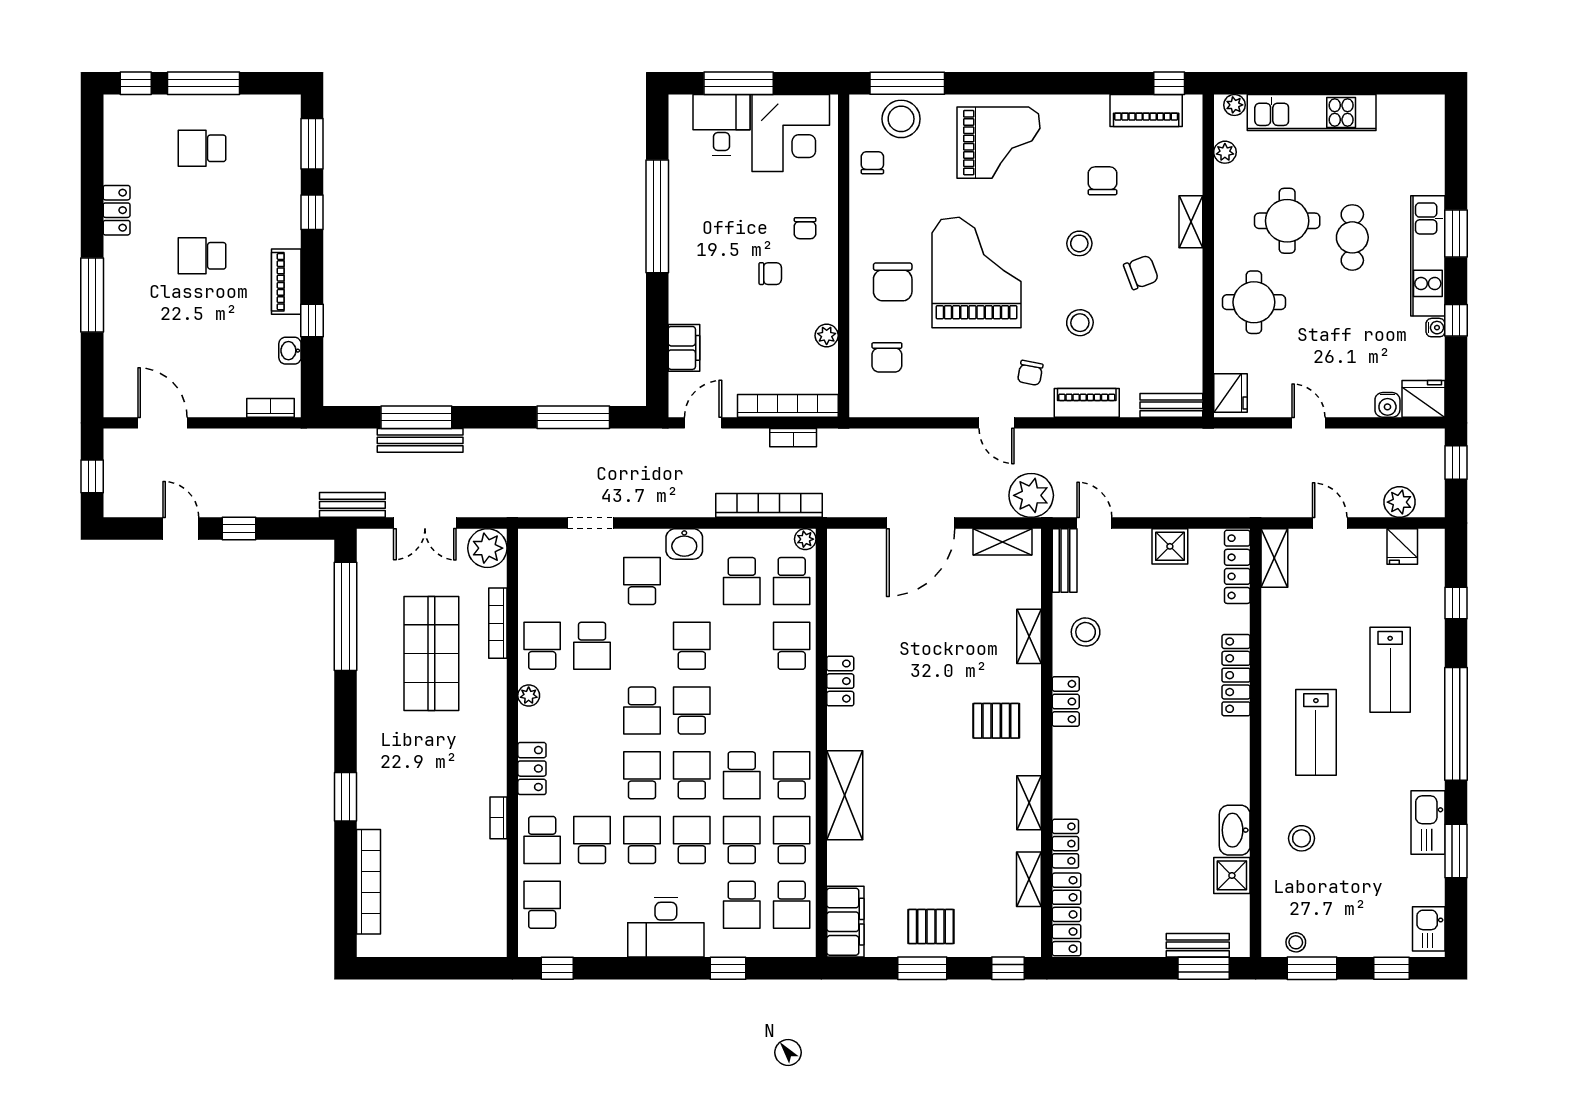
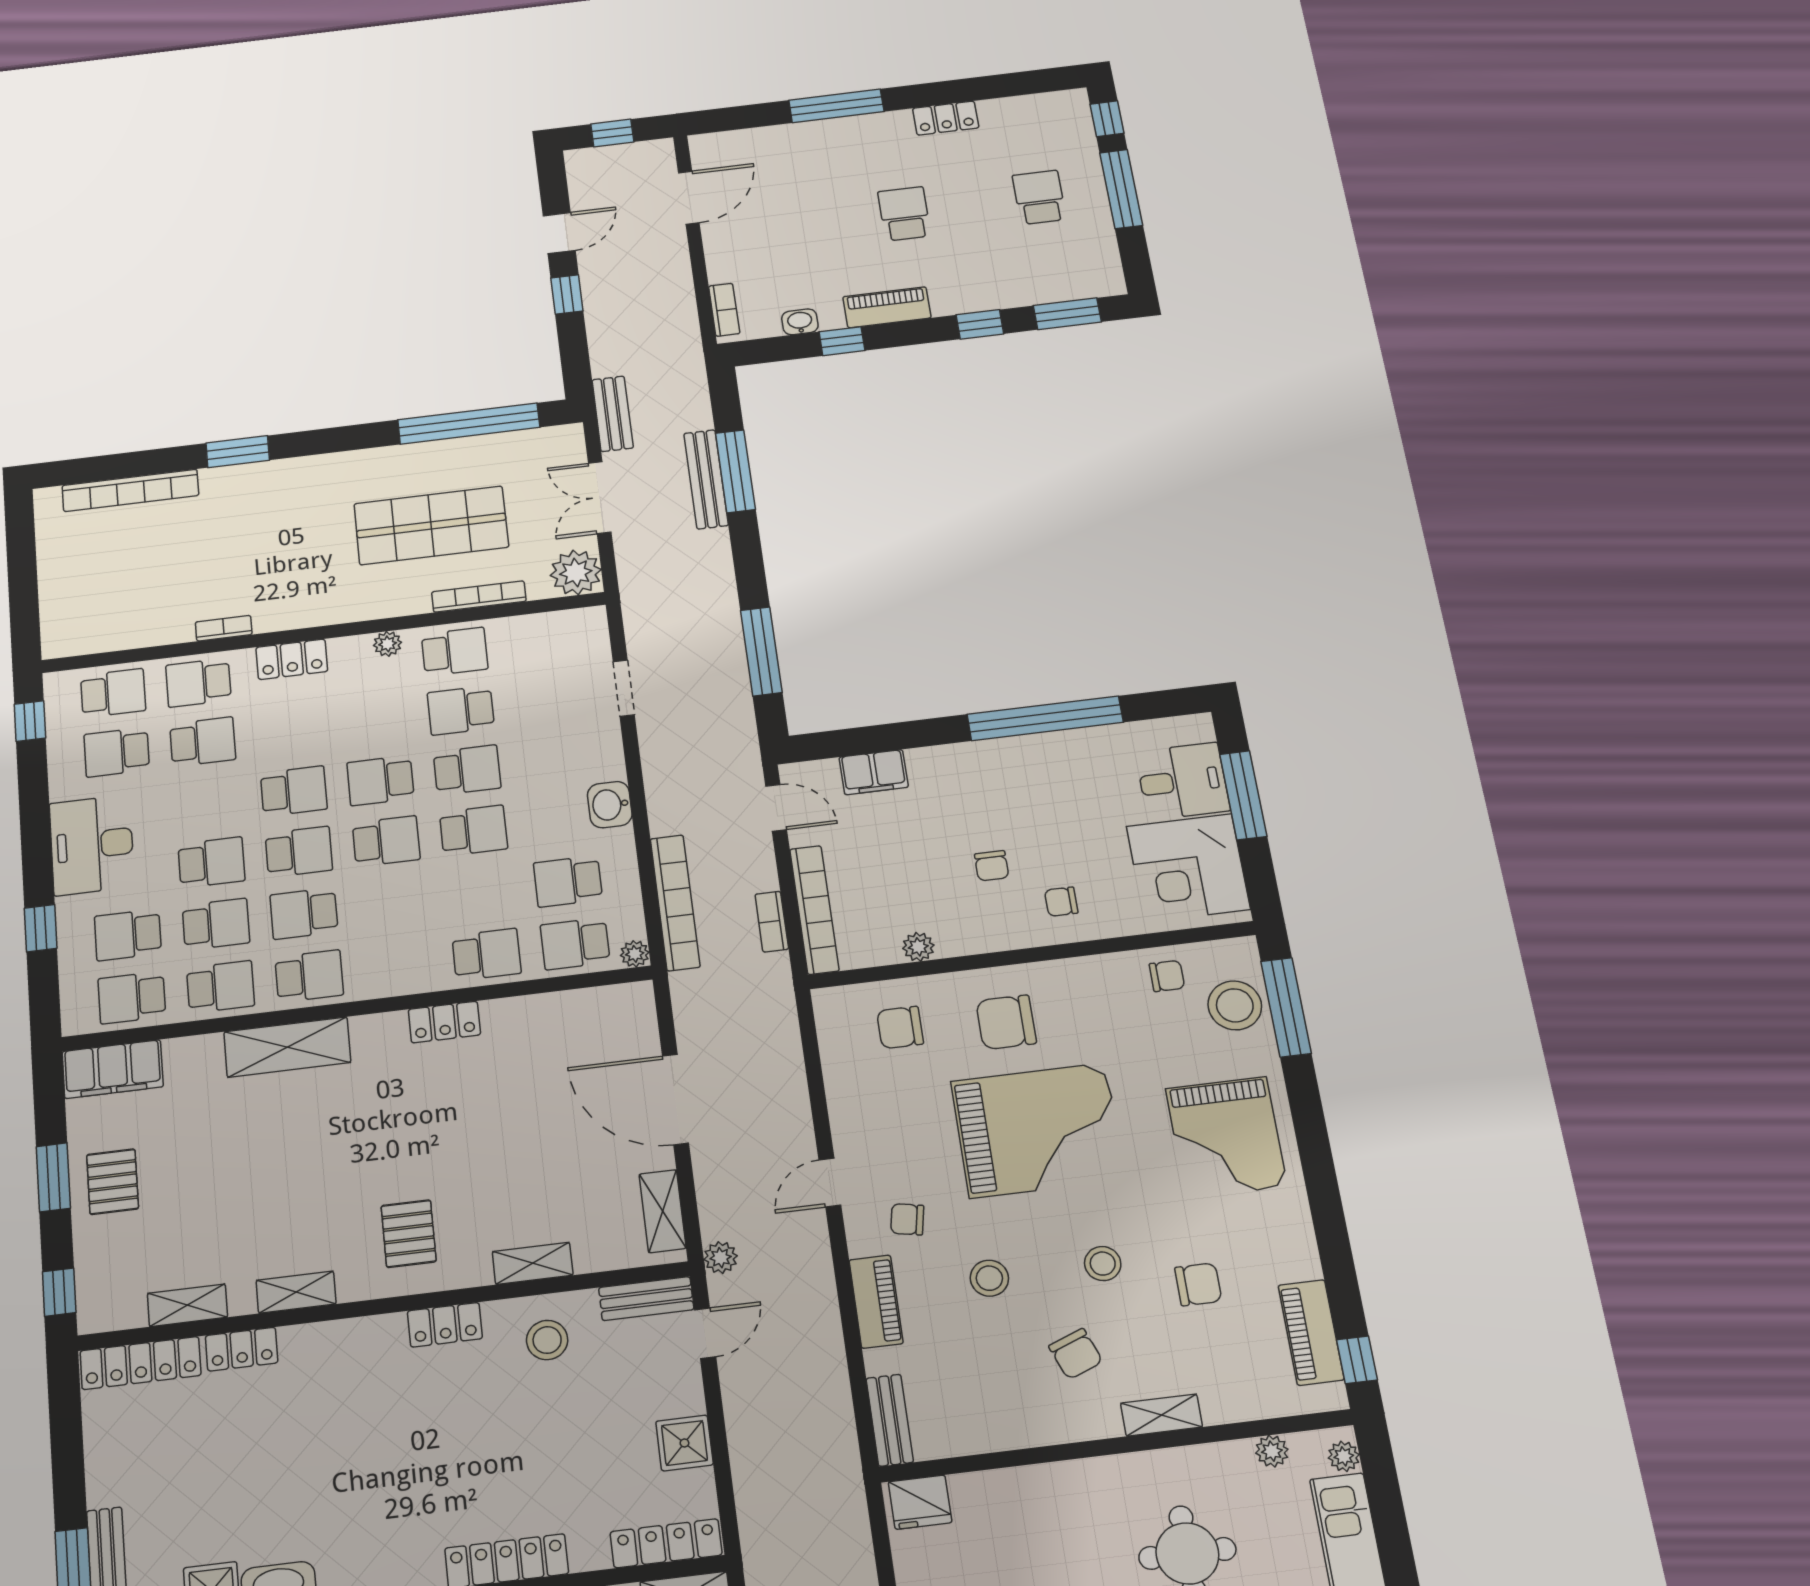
round table: (1254, 302) -> (1059, 1520), removed
plant: (1031, 495) -> (721, 1258), width x0.53, depth x0.53
school desk: (642, 581) -> (467, 770), moved
school desk: (642, 840) -> (117, 752), moved, turned 180

